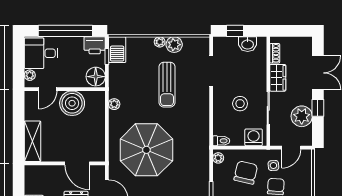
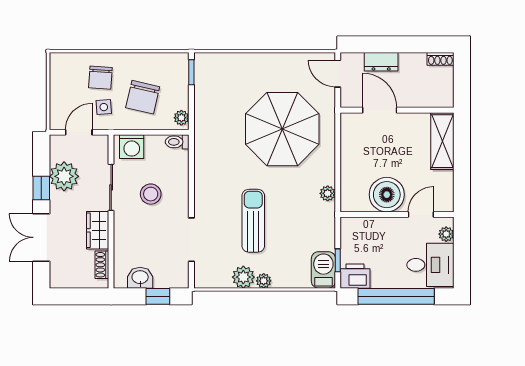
floor lamp: (96, 77) -> (354, 232), removed

